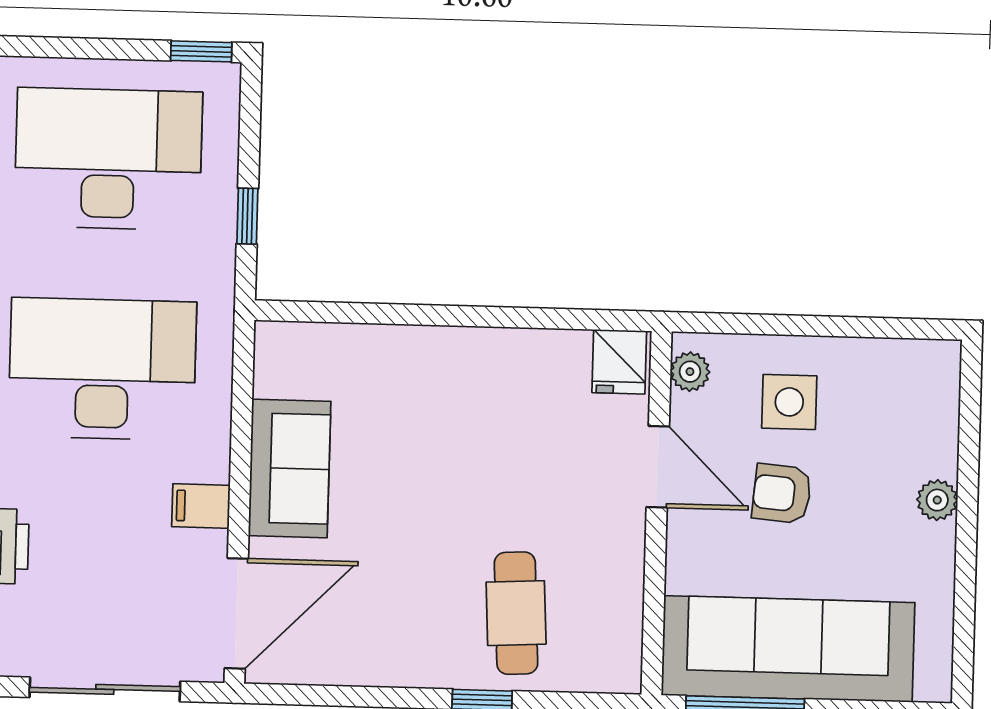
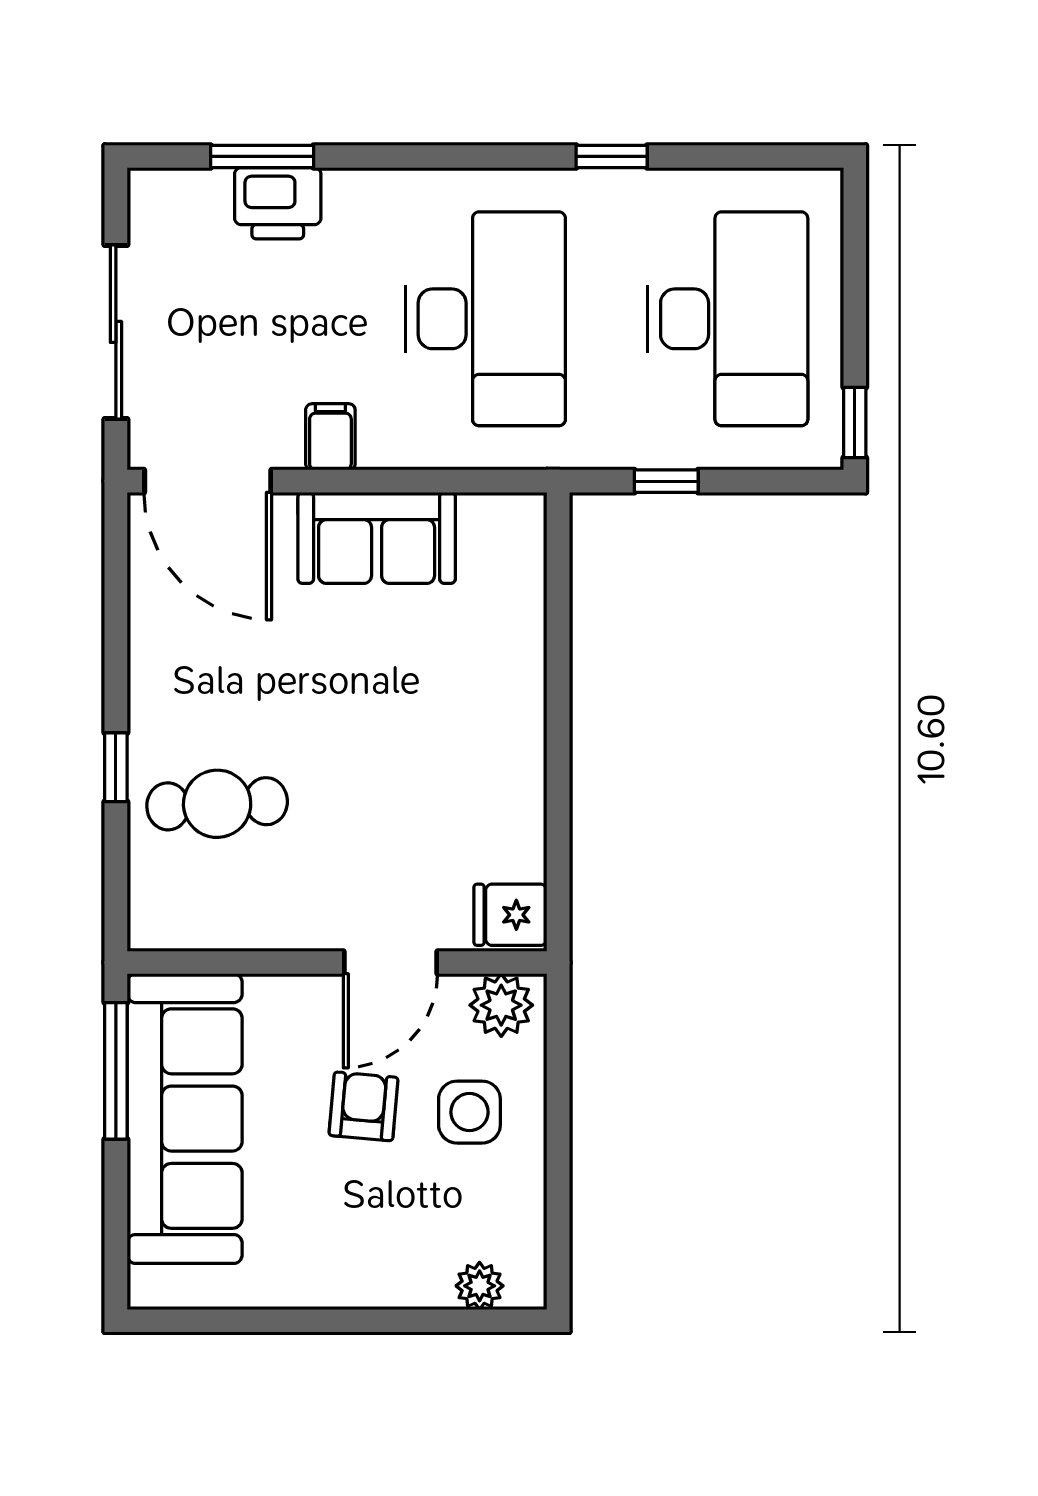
plant: (690, 372) -> (501, 1005), width x1.38, depth x1.38
plant: (937, 500) -> (480, 1286), moved

